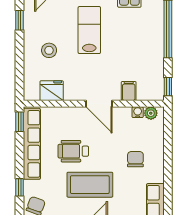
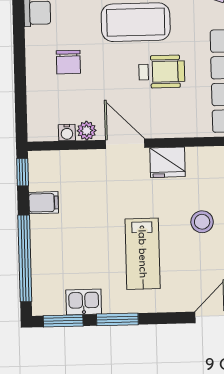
fridge: (52, 91) -> (167, 162), moved
filing cabinet: (129, 91) -> (44, 203), moved, turned -90
plant: (151, 113) -> (87, 131), moved

